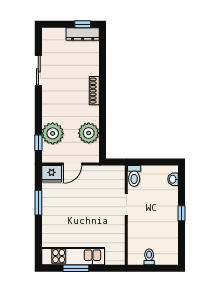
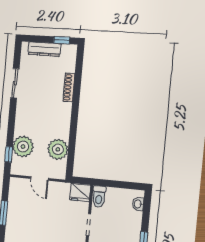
dresser: (83, 34) -> (44, 49), moved
shoe rack: (94, 91) -> (69, 87), moved
door: (73, 164) -> (40, 178), hinge flipped
fridge: (52, 174) -> (80, 192), moved

